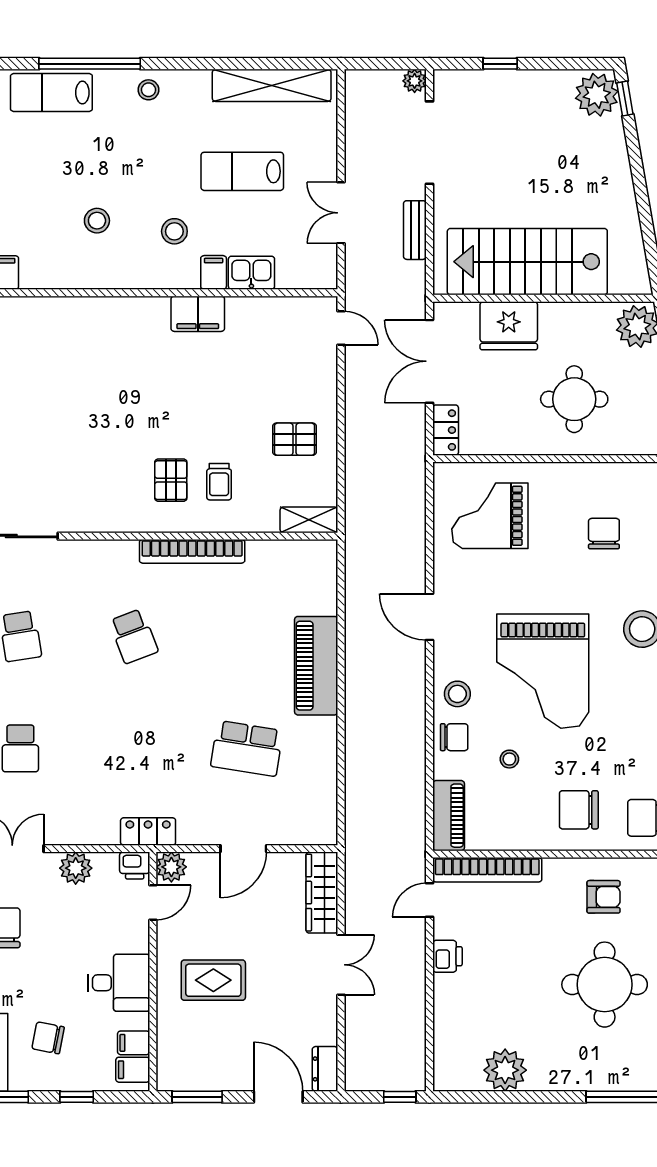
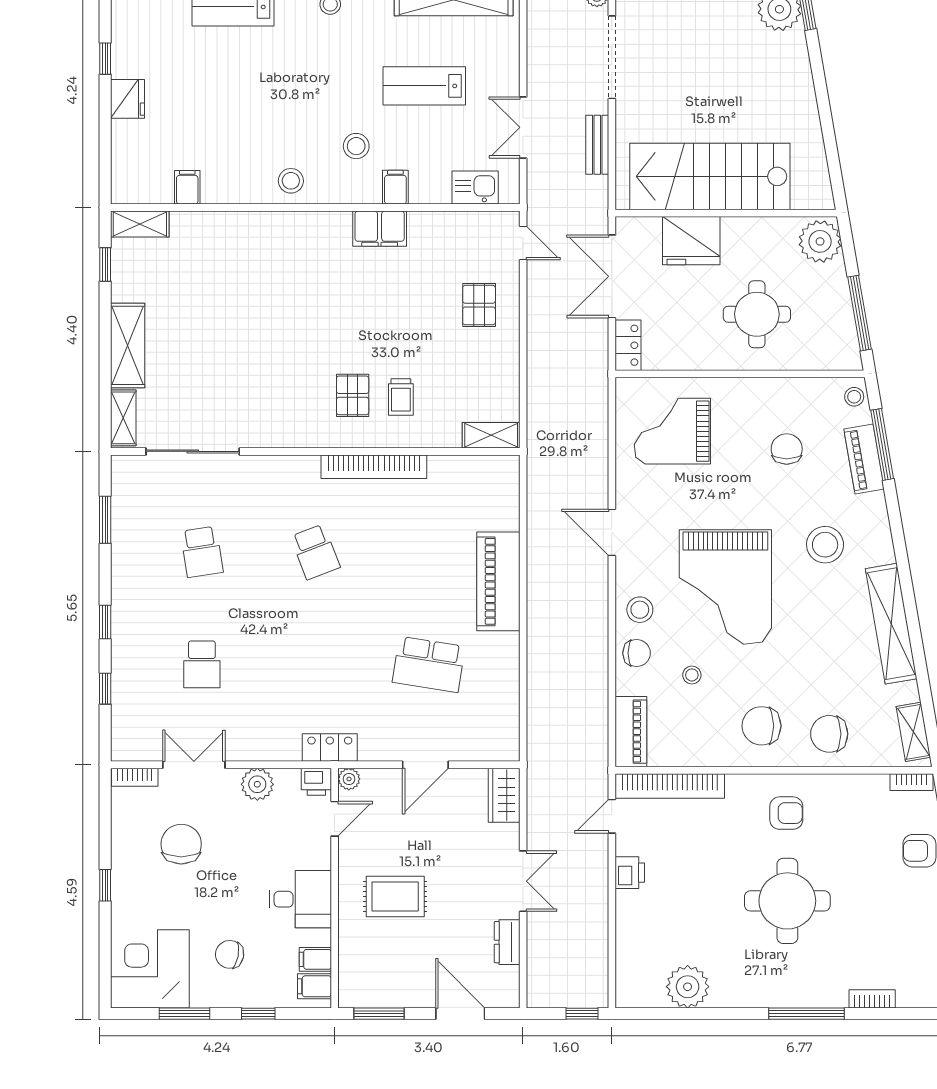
stool: (97, 221) -> (291, 181), moved
kitchen sink: (251, 273) -> (475, 188), moved
pallet: (295, 439) -> (479, 305), moved, turned 90
plant: (171, 867) -> (349, 779), width x0.73, depth x0.73
wardrobe: (322, 893) -> (504, 795), width x0.67
dresser: (325, 1069) -> (507, 942), moved

